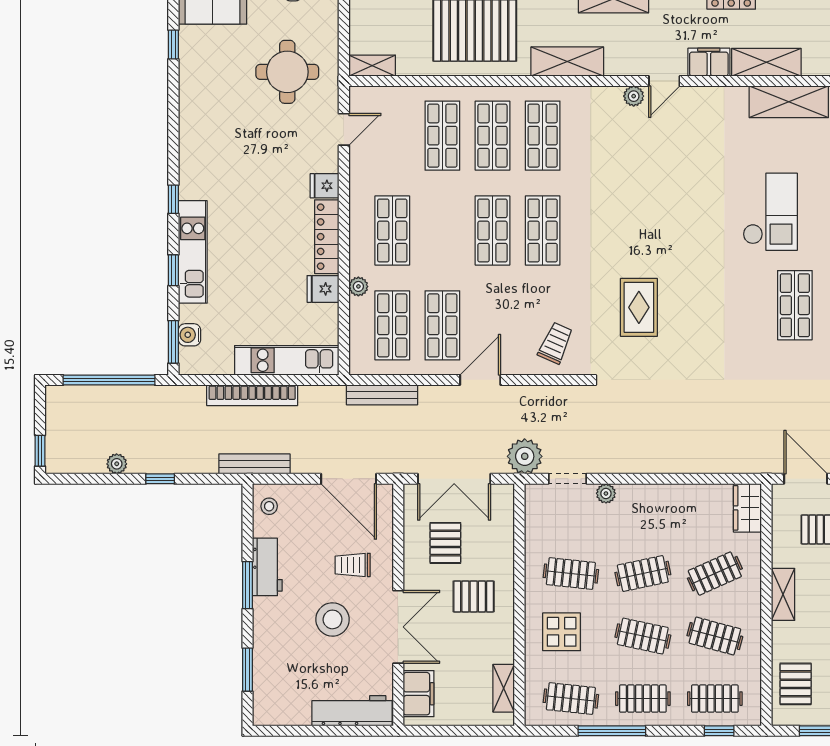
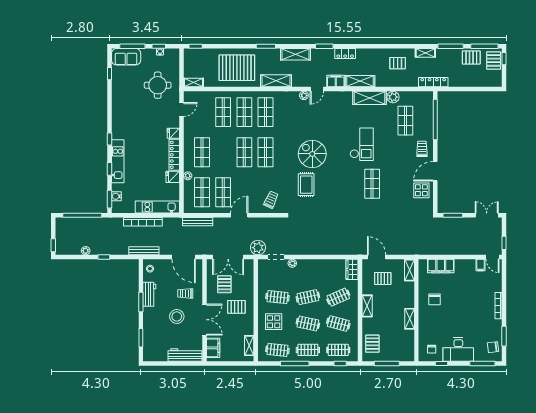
spiral stairs: (653, 235) -> (312, 154), added

